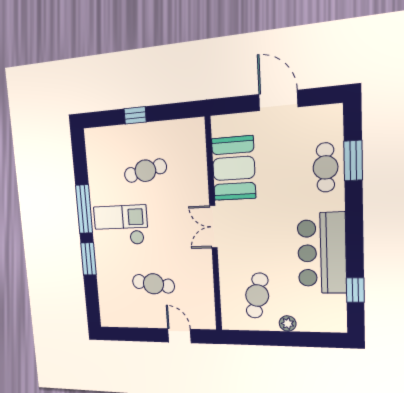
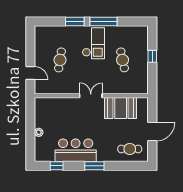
window: (353, 161) -> (94, 166), moved
cafe table: (325, 167) -> (130, 149), moved
cafe table: (257, 296) -> (54, 117), removed
door: (179, 336) -> (30, 73), hinge flipped

